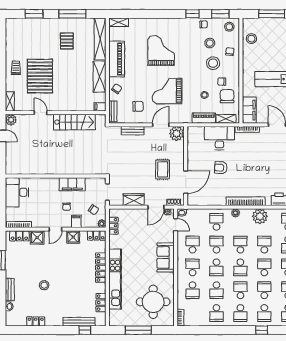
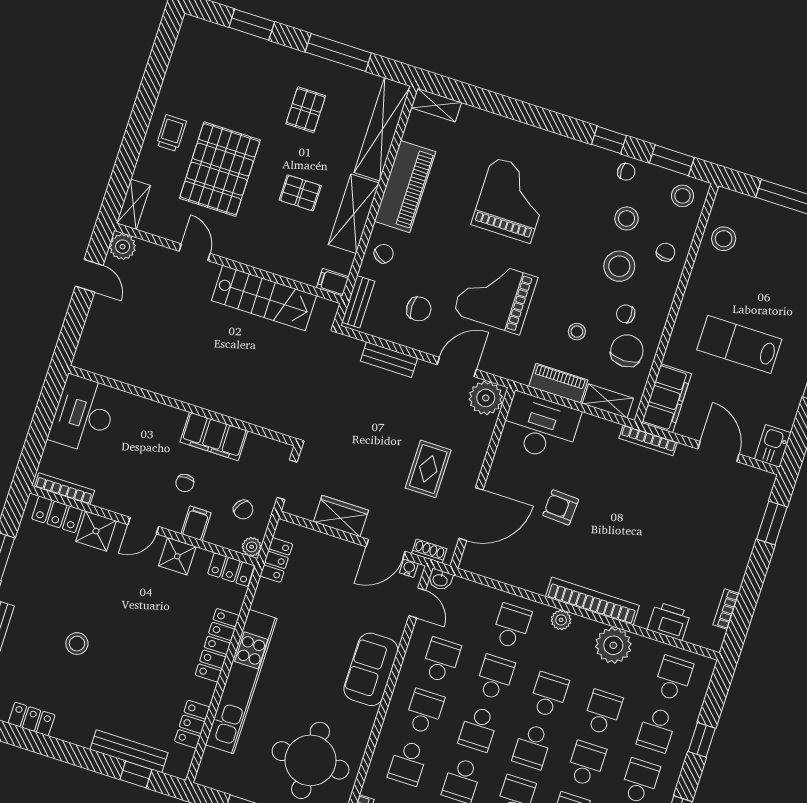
pallet: (75, 75) -> (300, 193), added
desk: (219, 138) -> (540, 427), moved

